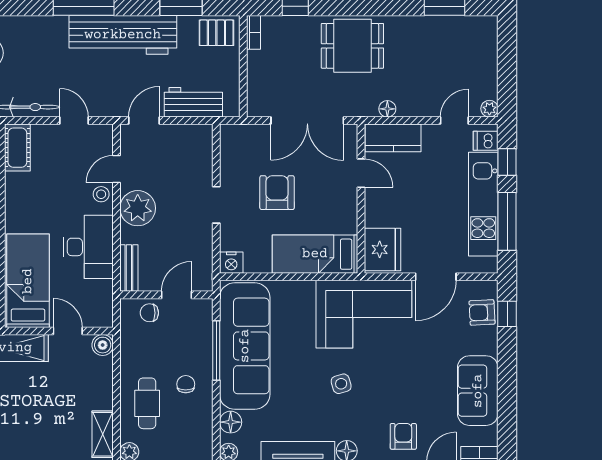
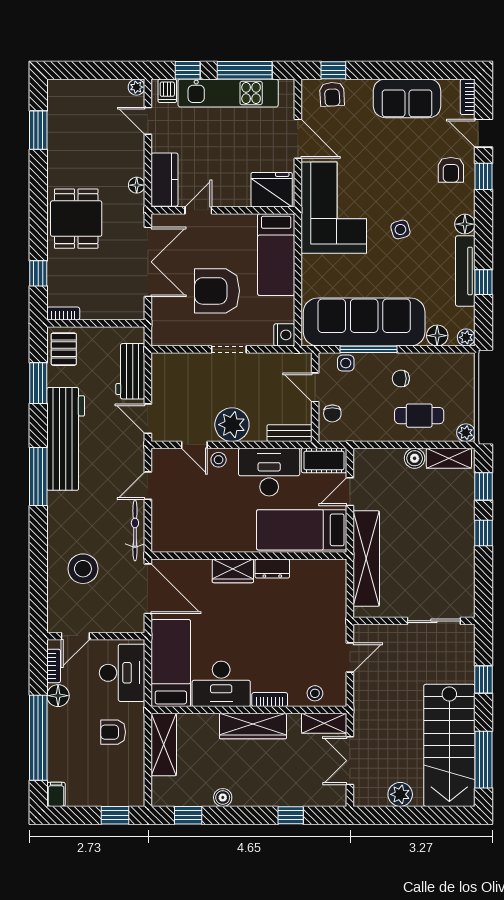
cot: (17, 148) -> (324, 460), moved
armchair: (277, 193) -> (217, 291), width x1.36, depth x1.36
side table: (202, 327) -> (346, 363), added
boiler: (103, 345) -> (415, 458), moved
armchair: (403, 436) -> (451, 170), turned -90

